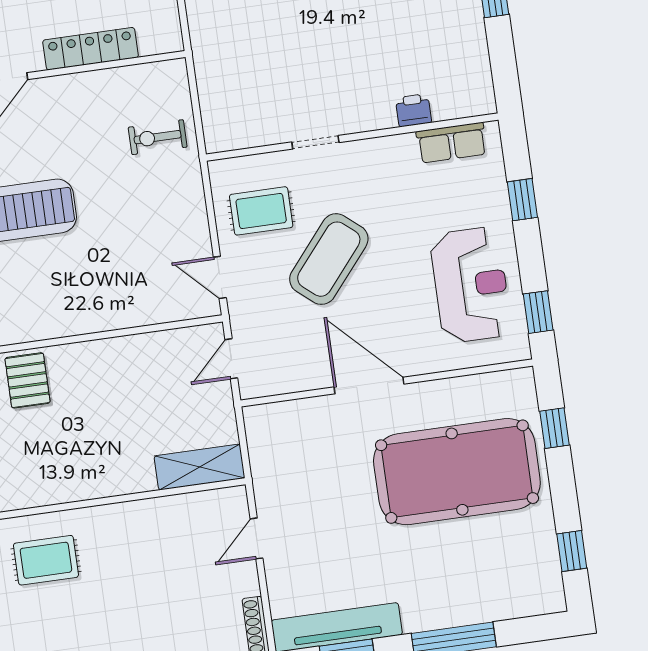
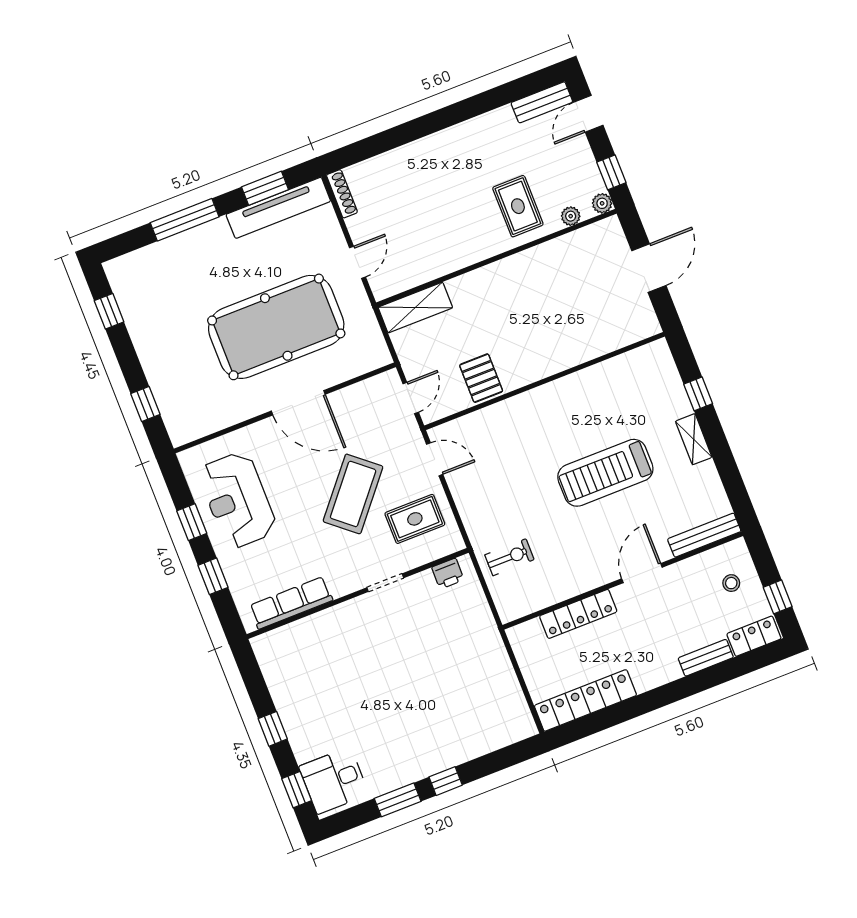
printer: (413, 110) -> (448, 574), moved
row of seats: (452, 143) -> (291, 603), width x1.48
window: (538, 312) -> (192, 522), moved
pallet: (28, 380) -> (481, 378), moved
pool table: (457, 472) -> (276, 327), moved
rug: (46, 560) -> (518, 206), turned 90

